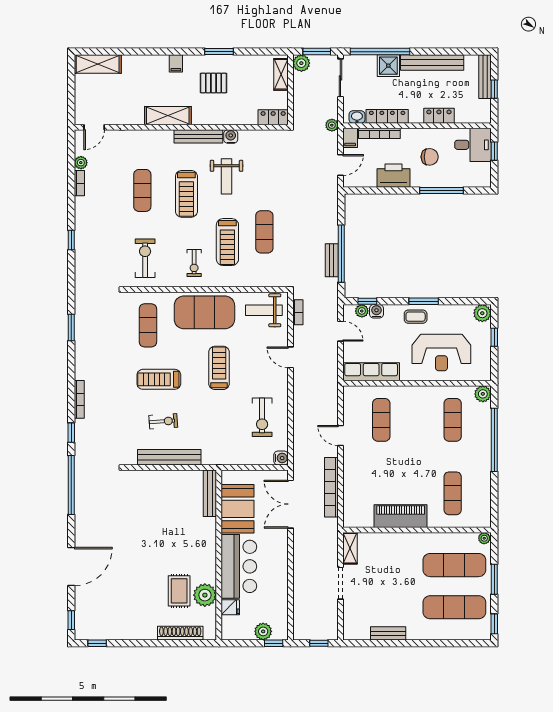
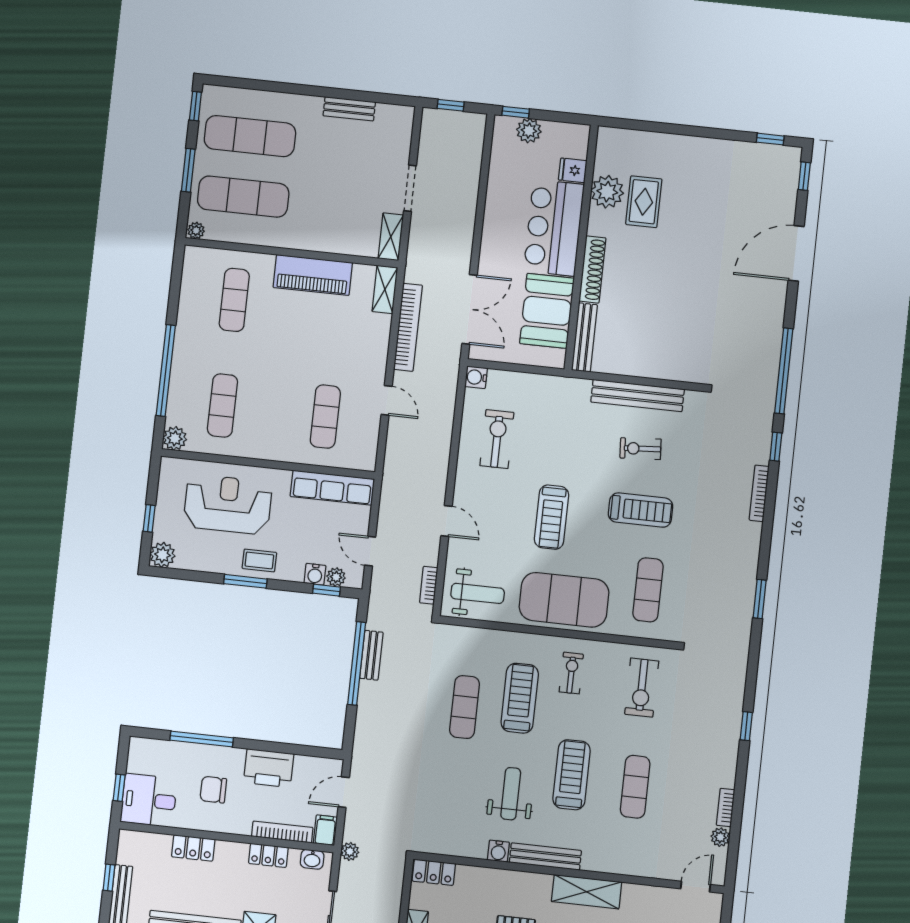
locker: (387, 116) -> (268, 855), width x0.66
shelving: (350, 512) -> (385, 289), added
shoe rack: (180, 633) -> (592, 269), moved, turned -90

